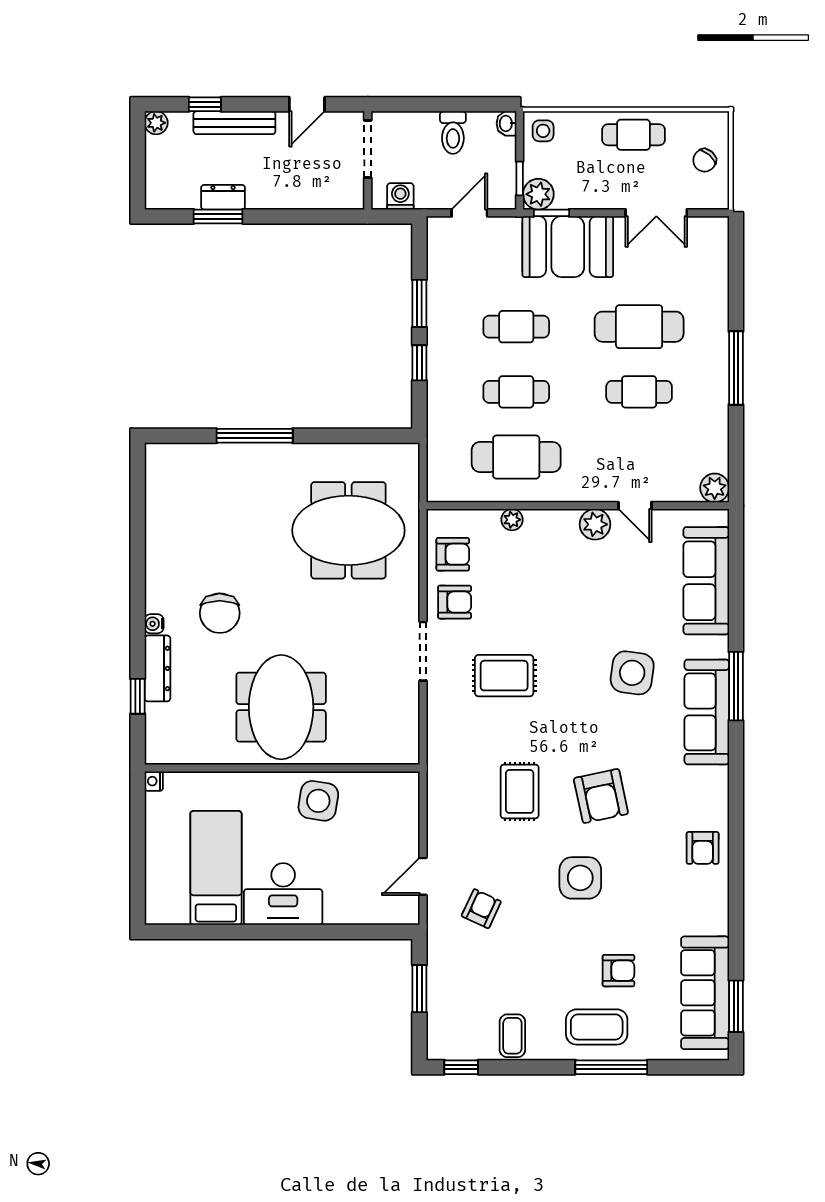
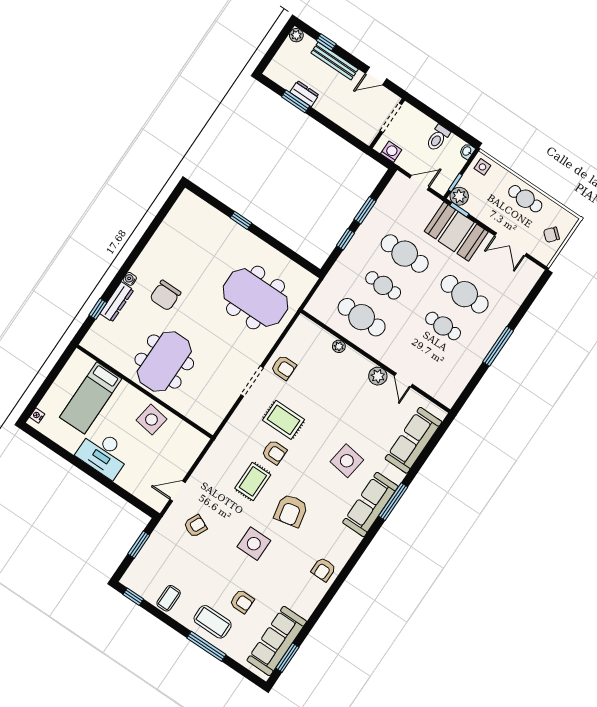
cafe table: (516, 327) -> (405, 254), width x1.37, depth x1.35
window: (255, 436) -> (241, 220), width x0.46
plant: (715, 488) -> (448, 398), removed
armchair: (453, 554) -> (274, 452), moved
nightstand: (154, 781) -> (37, 416), moved
bed: (216, 868) -> (91, 398), moved, turned 180

